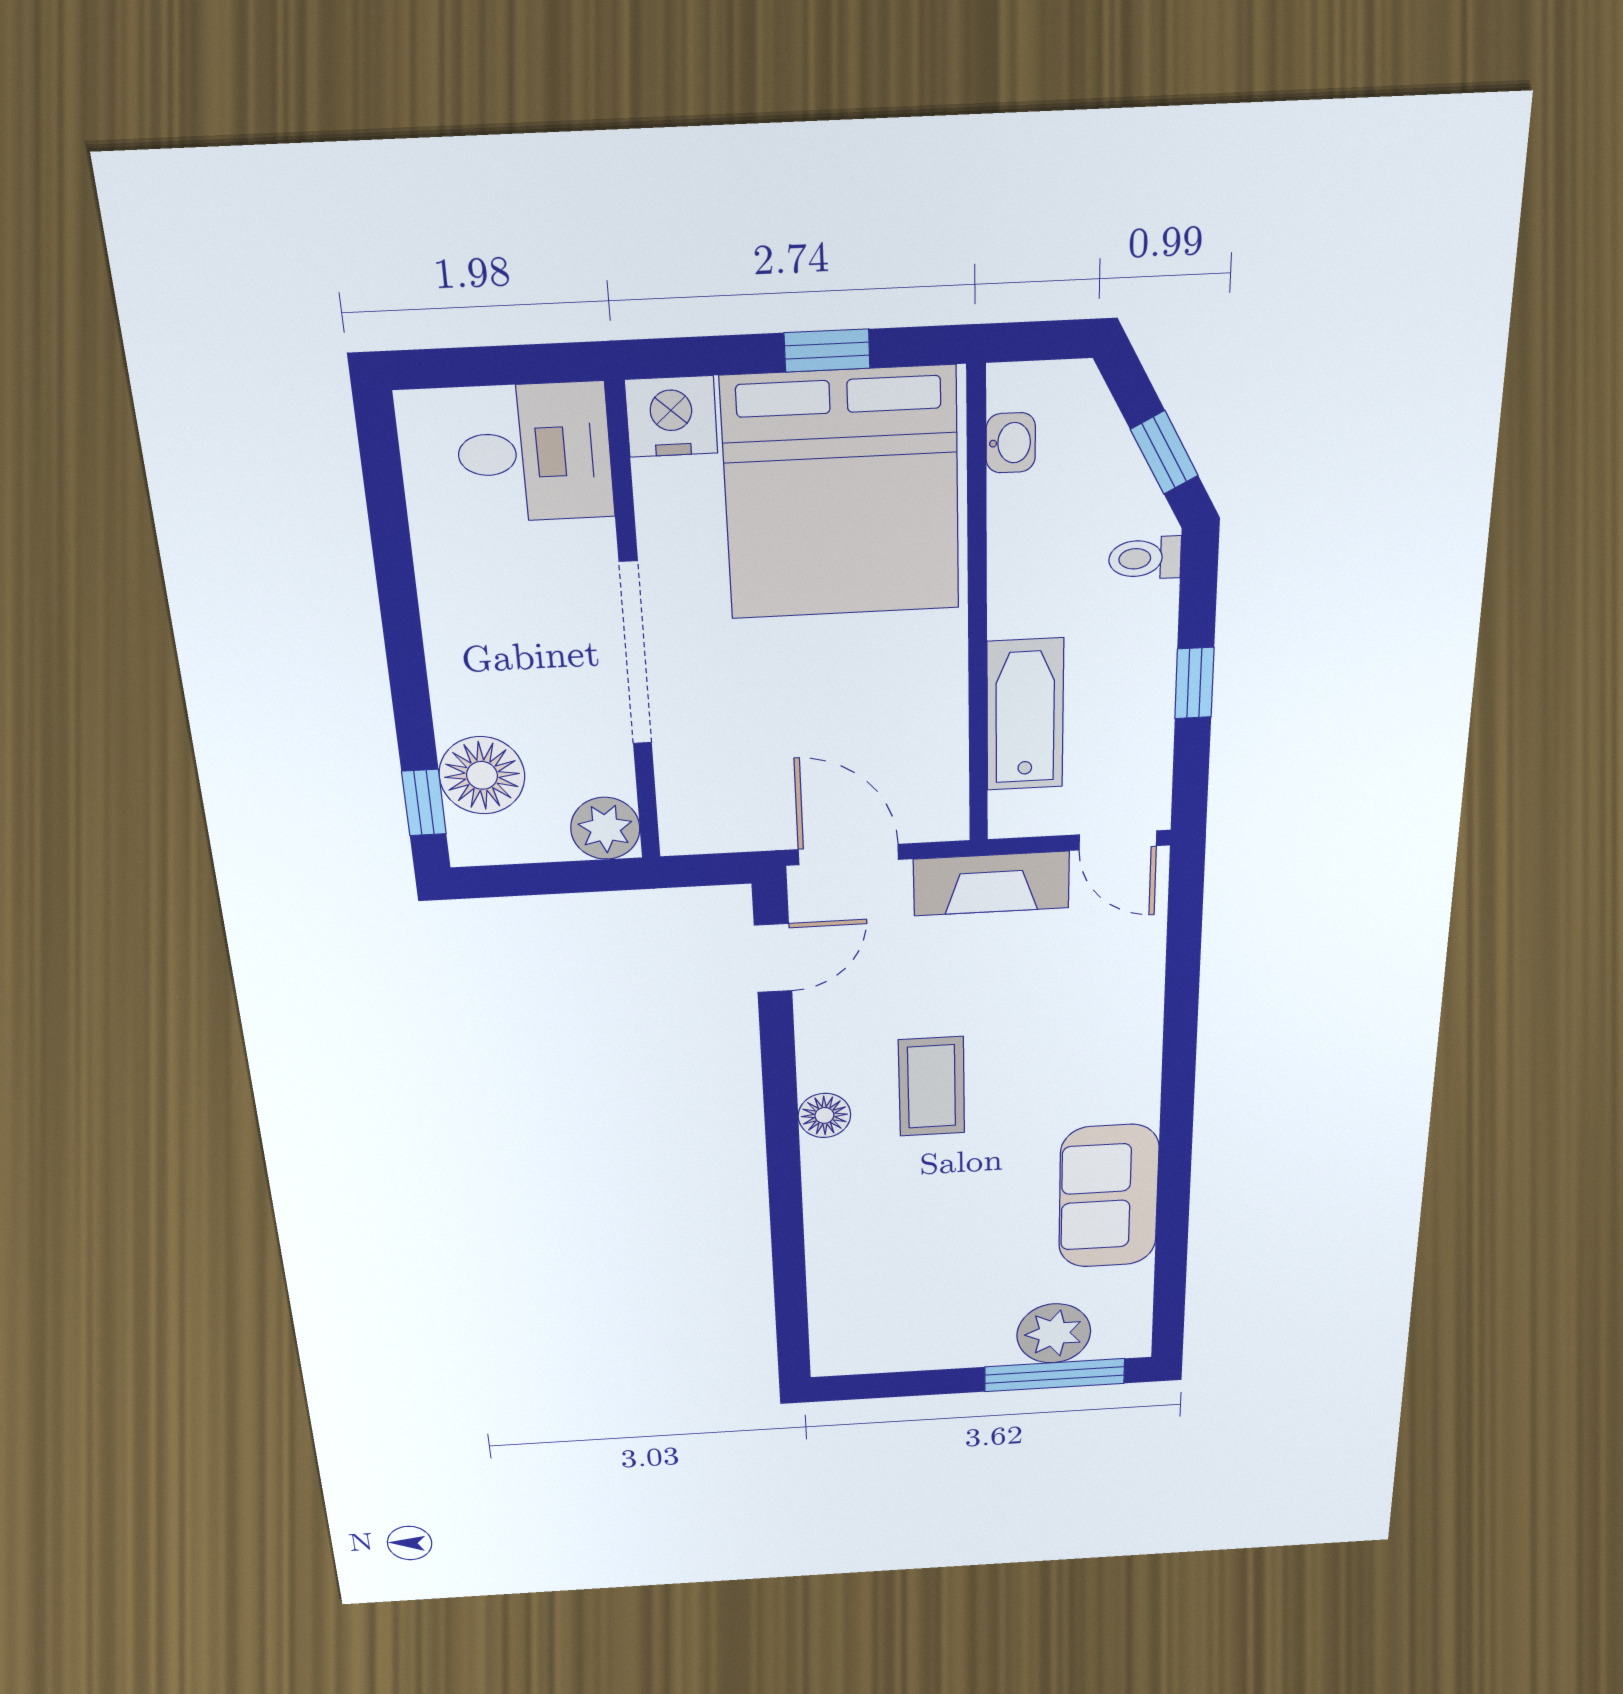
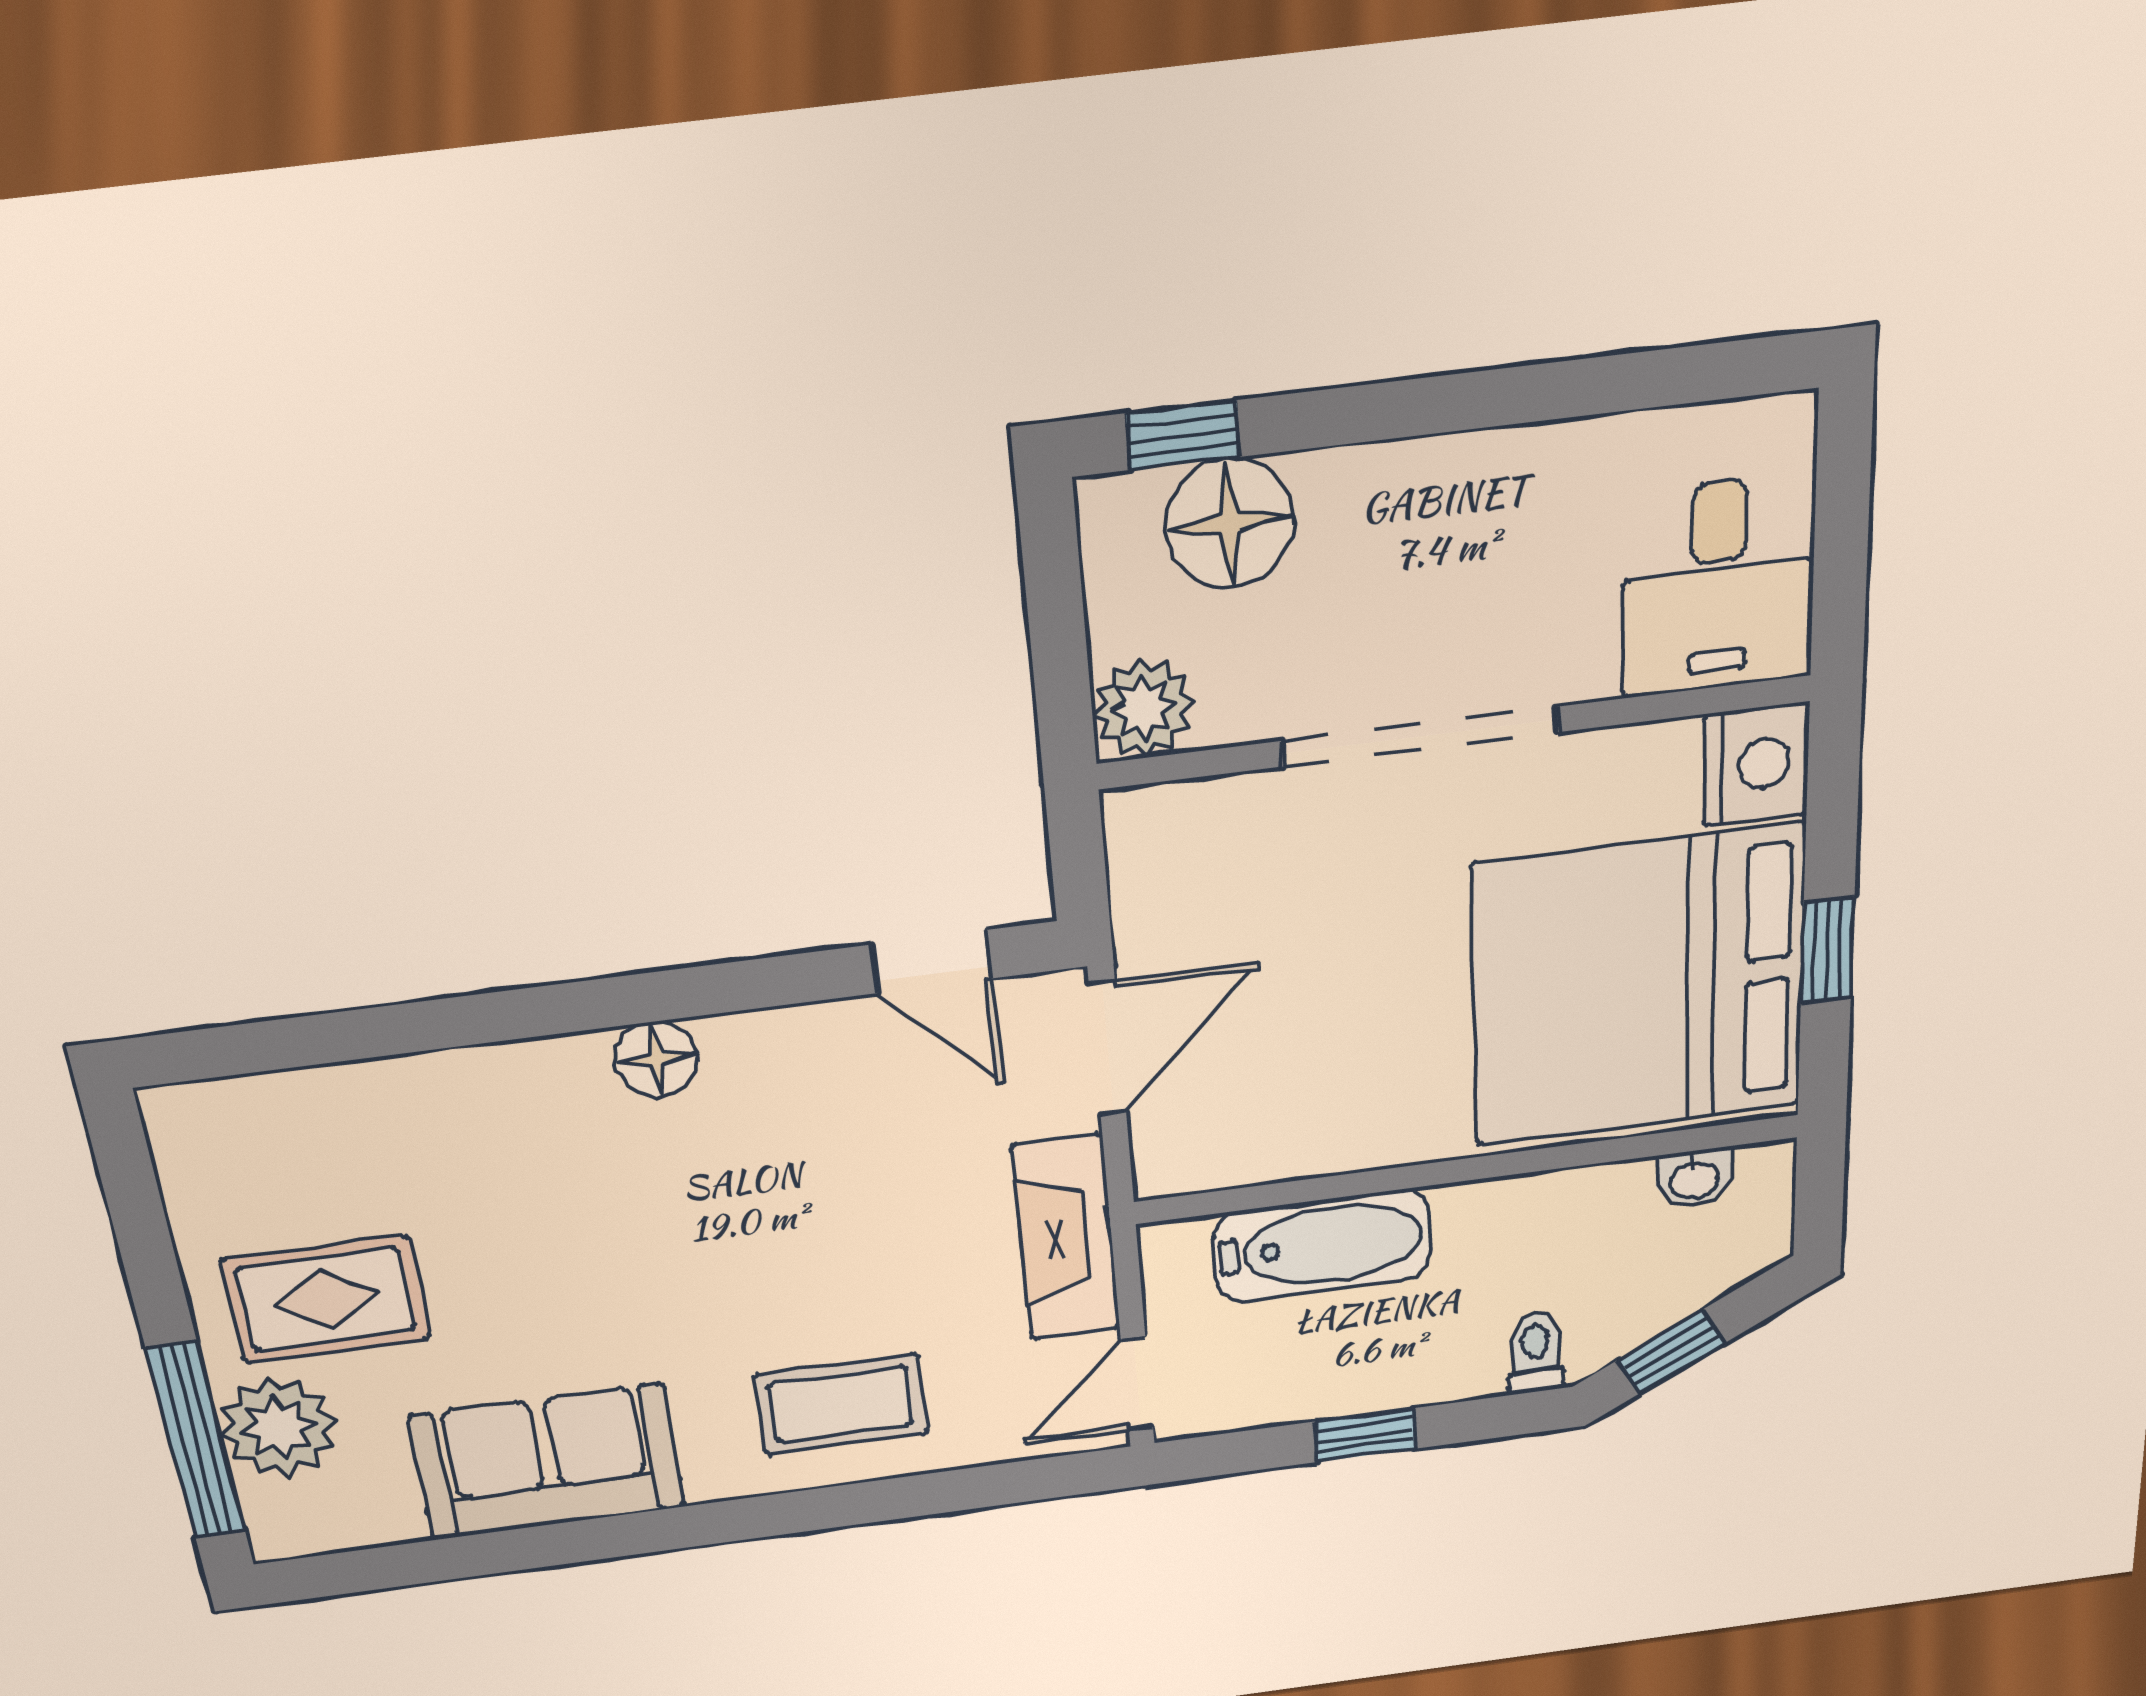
coffee table: (932, 1087) -> (841, 1404), moved
rug: (967, 1301) -> (326, 1299), added

